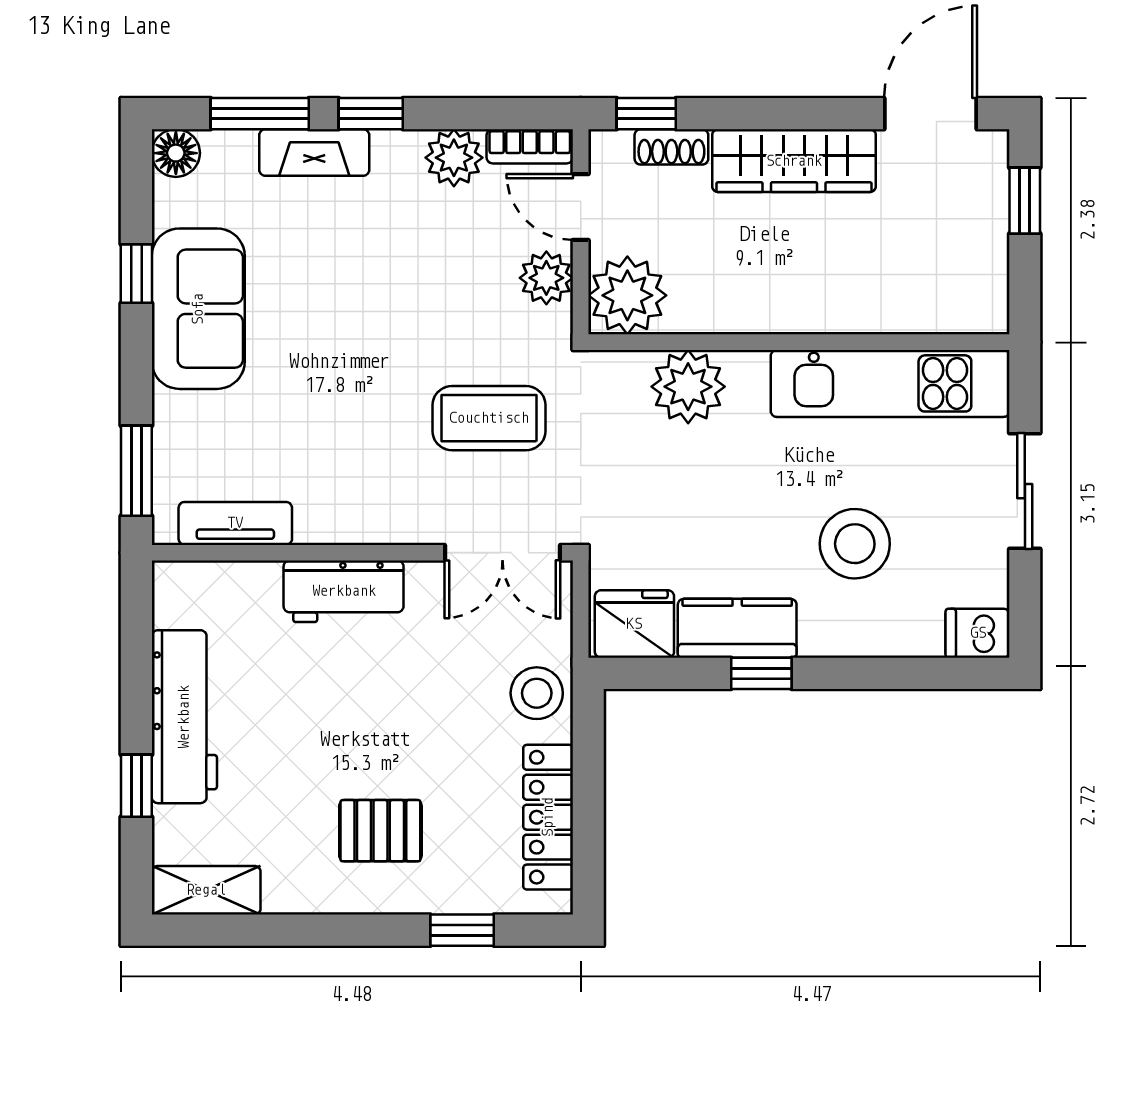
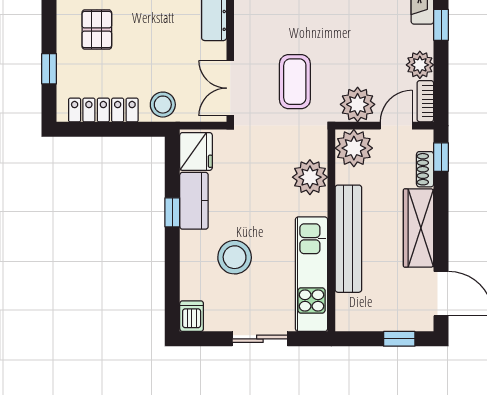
plant: (546, 278) -> (358, 104), width x1.36, depth x1.36
bench: (816, 307) -> (348, 239), added

